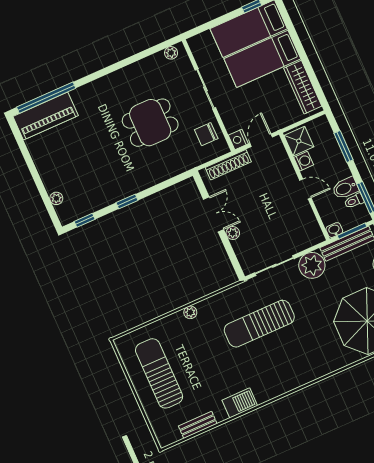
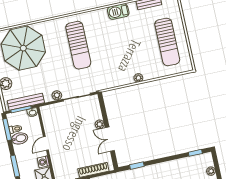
door: (305, 189) -> (46, 143), hinge flipped
window: (127, 202) -> (137, 166), moved
plant: (312, 265) -> (57, 95), width x0.53, depth x0.53
sun lounger: (259, 324) -> (78, 45), moved, turned 90

